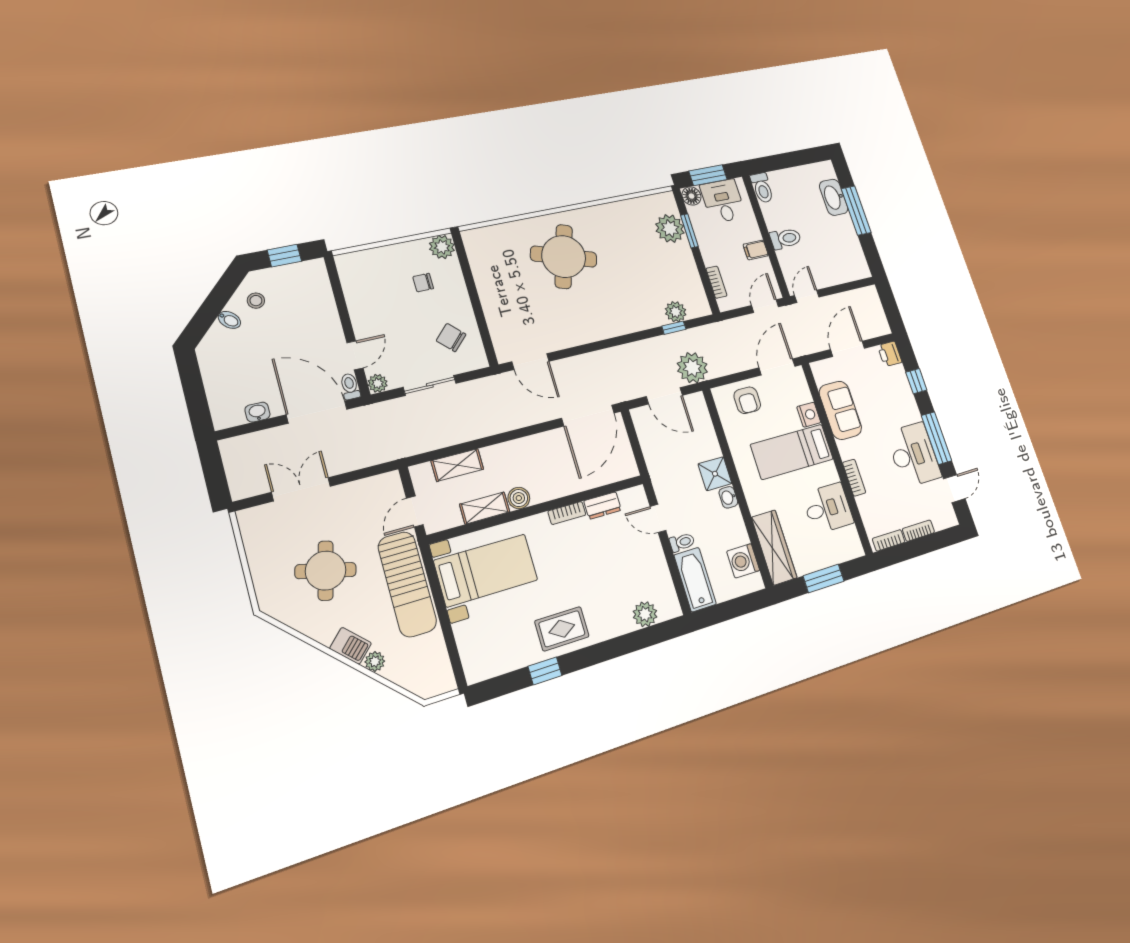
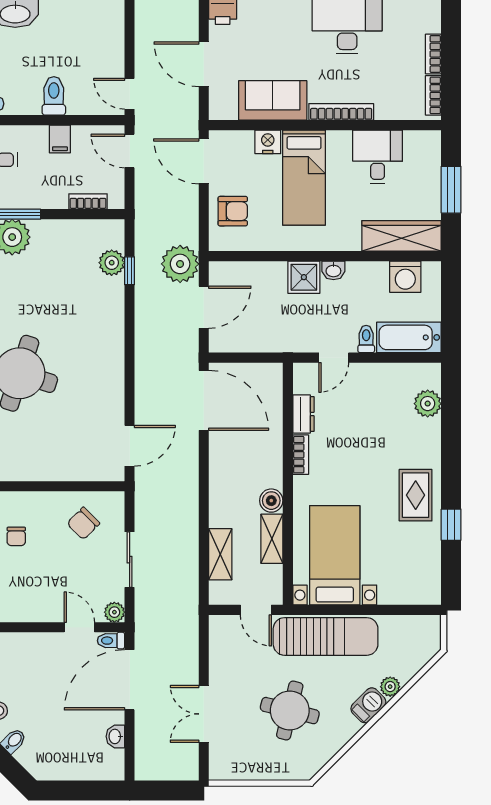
bookcase: (854, 478) -> (341, 112), width x1.56

